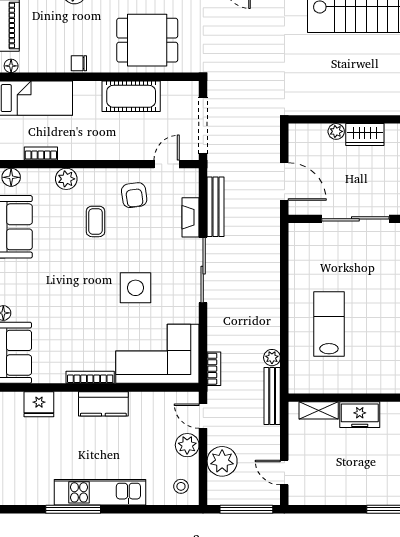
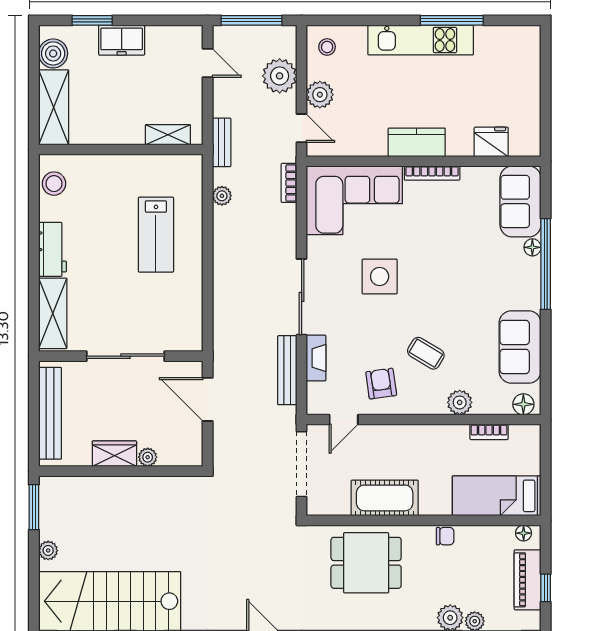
coffee table: (95, 221) -> (426, 353), turned -59
bench: (272, 396) -> (222, 142), width x0.73
freezer: (360, 415) -> (122, 40), moved, turned 180

